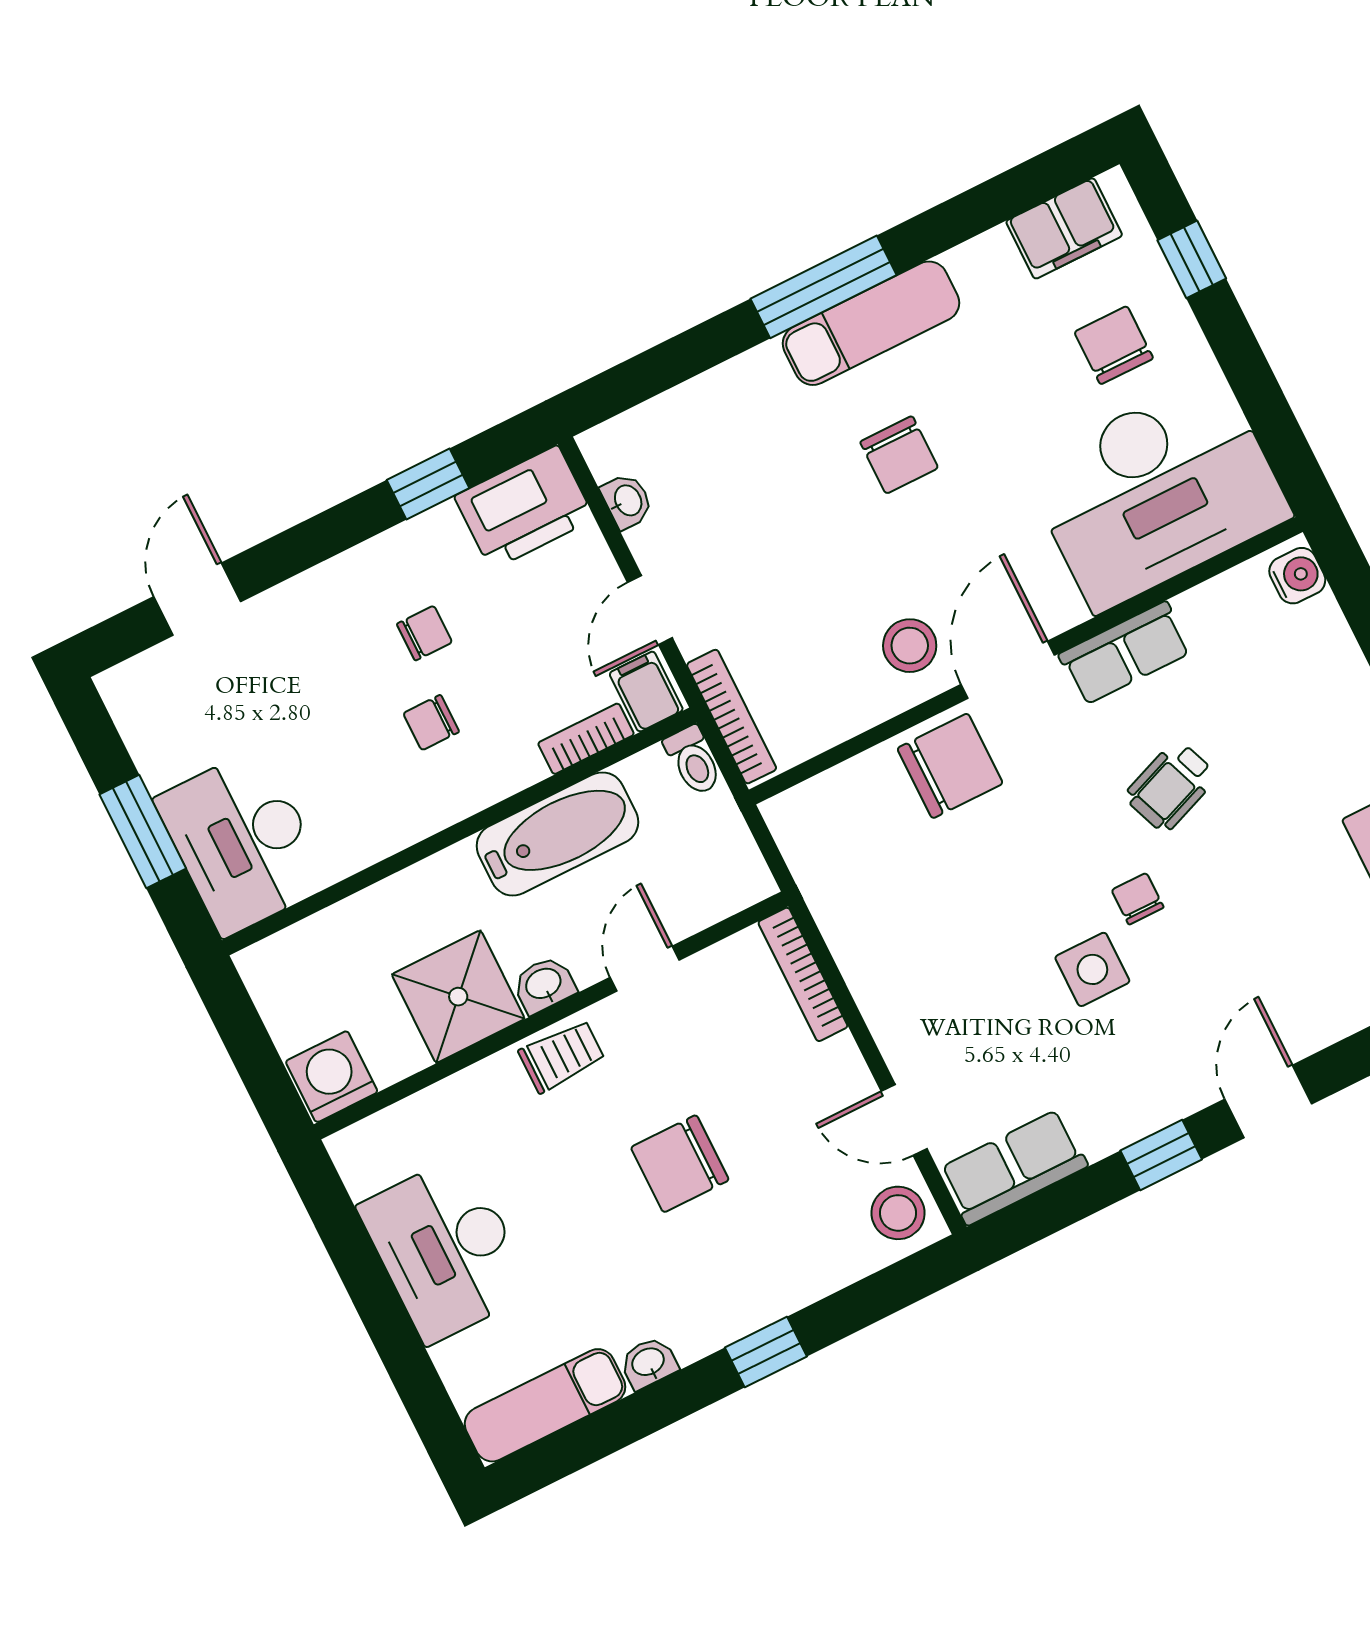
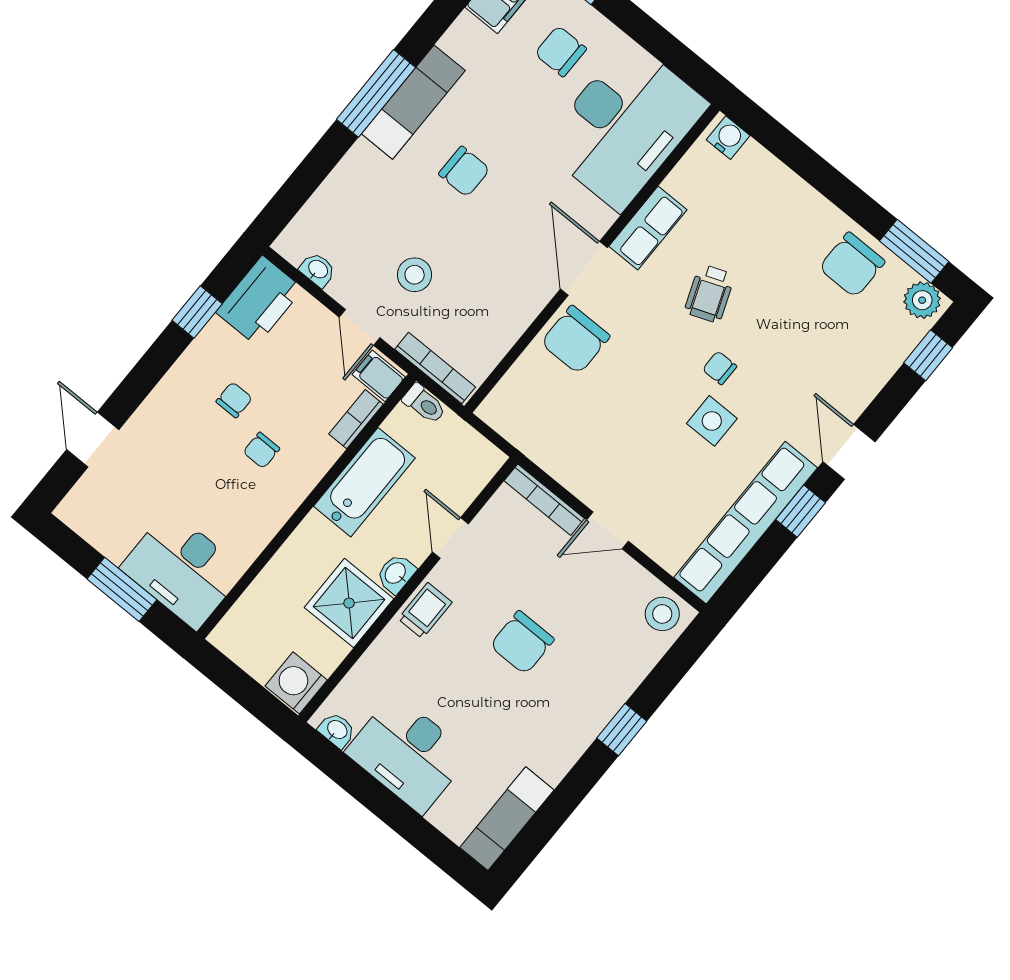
stool: (910, 646) -> (415, 275), moved
chair: (950, 766) -> (575, 340), turned 180
door: (904, 1120) -> (607, 530), moved
row of seats: (1013, 1167) -> (746, 523), width x2.02
washbasin: (649, 1363) -> (337, 730), moved, turned 90

